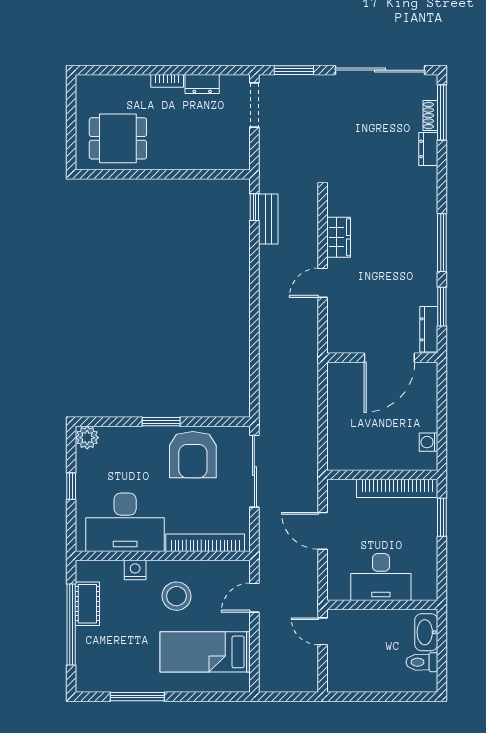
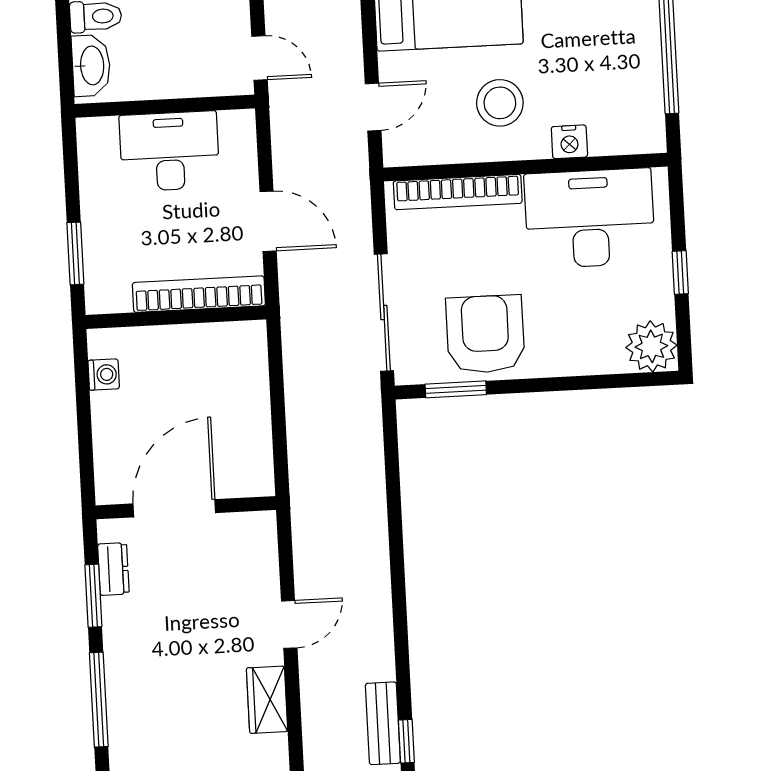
dresser: (429, 329) -> (113, 569), width x0.70
window: (161, 422) -> (456, 389), moved
plant: (87, 438) -> (651, 346), width x1.36, depth x1.36
bookcase: (397, 488) -> (199, 294), moved
cot: (87, 604) -> (644, 83), removed

